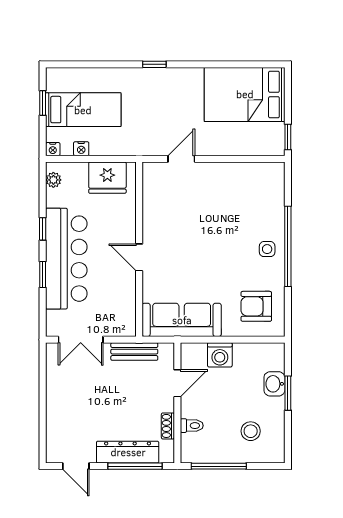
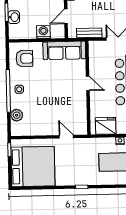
bed: (245, 94) -> (33, 167), width x1.36
door: (181, 159) -> (66, 137), swing flipped
plant: (273, 201) -> (17, 115), added

